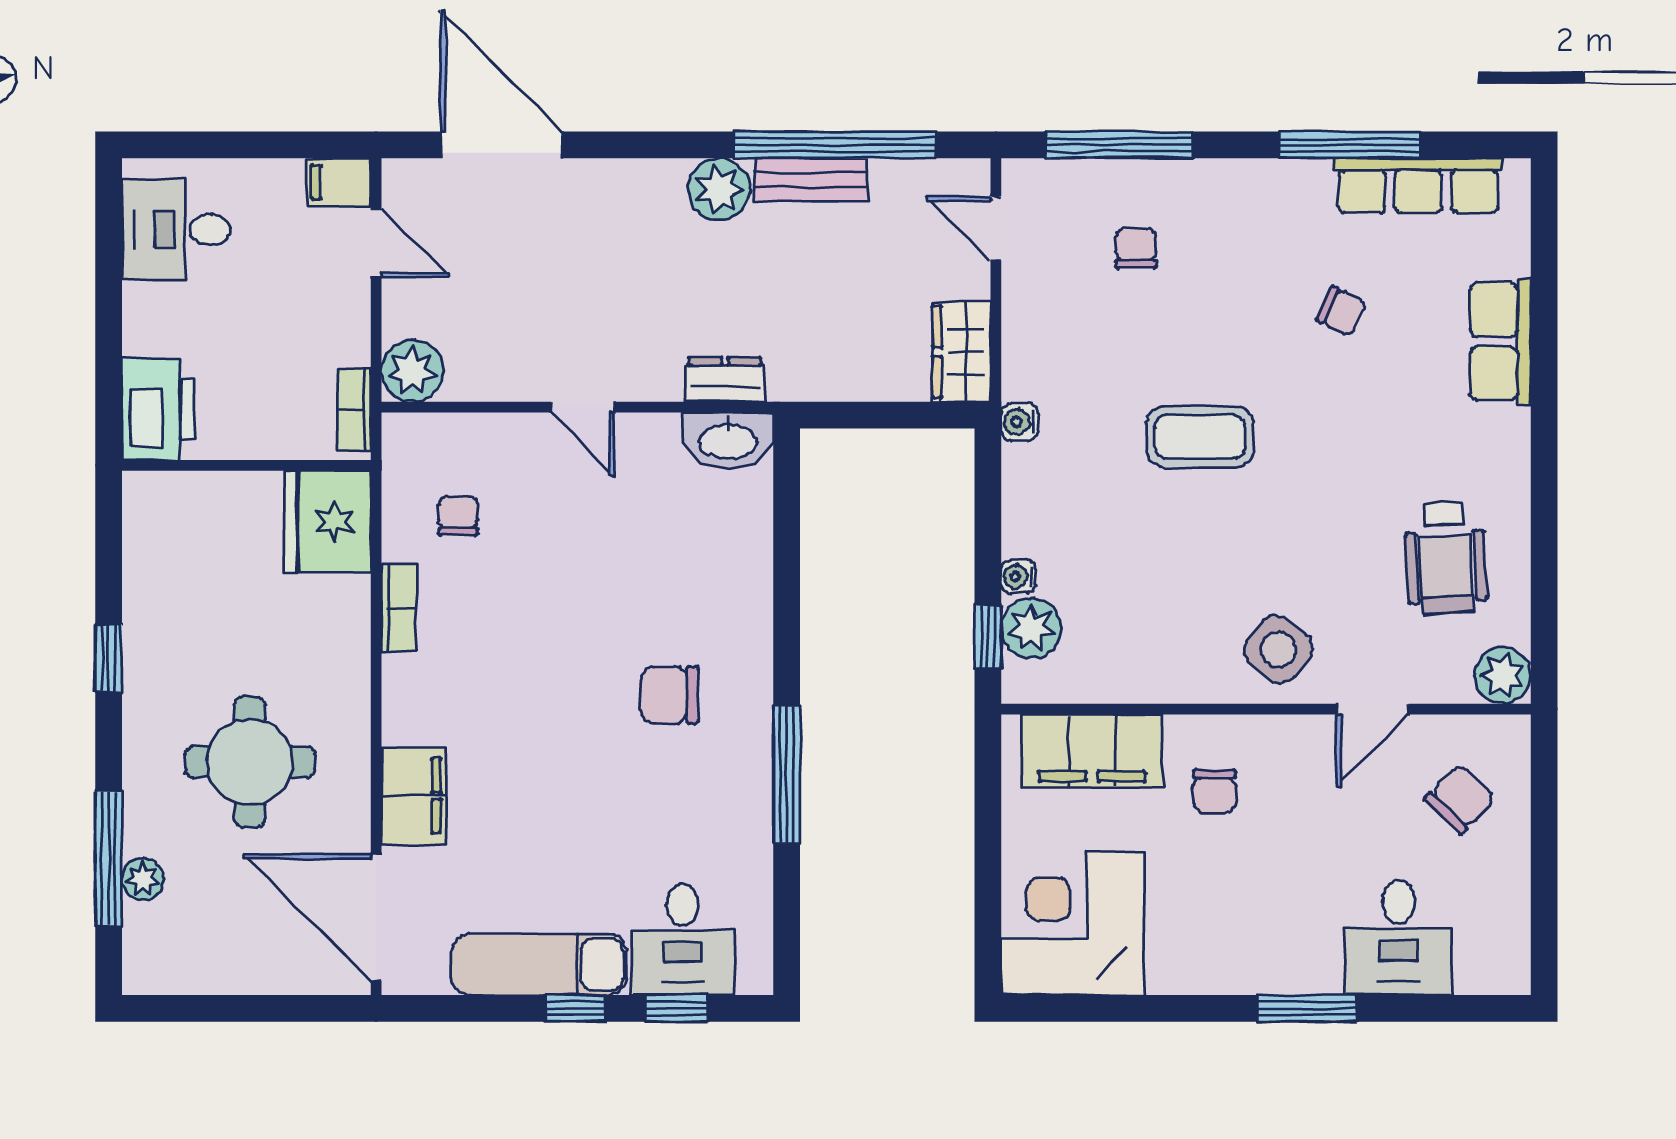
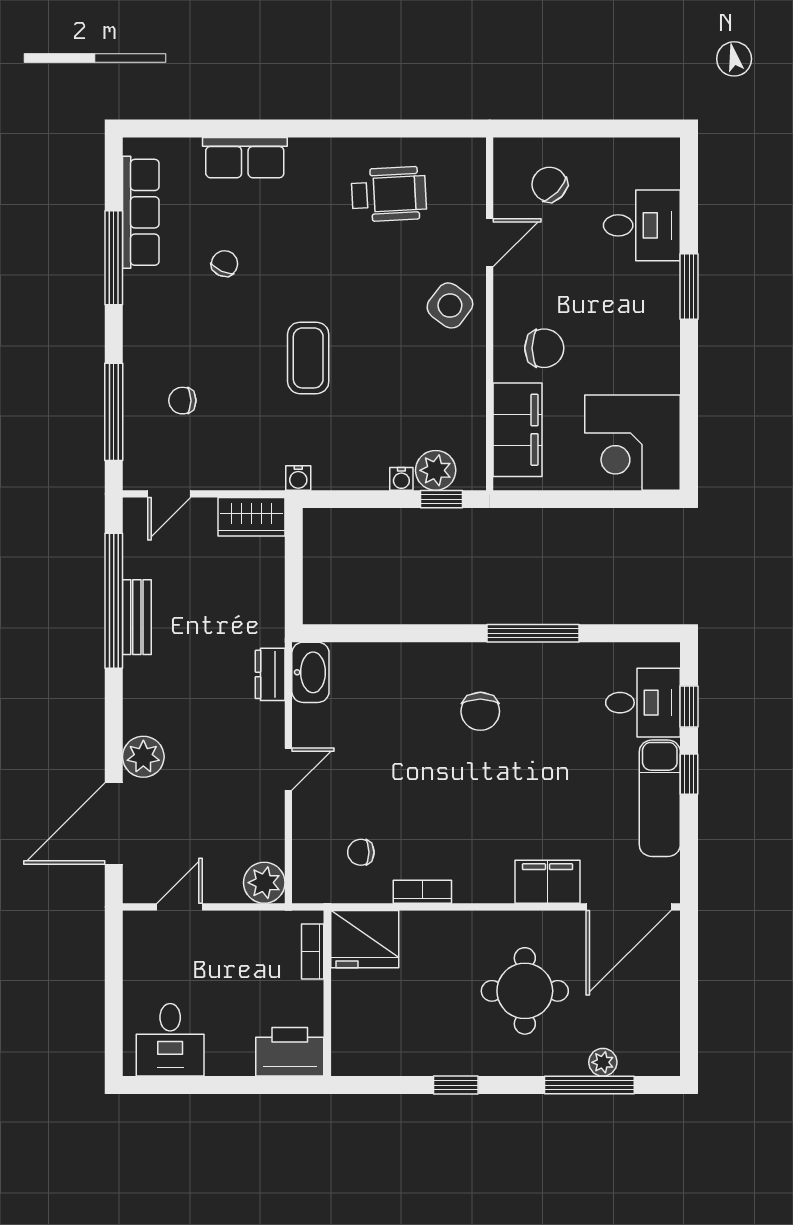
filing cabinet: (339, 182) -> (139, 932), removed
plant: (719, 189) -> (143, 757), moved
bookcase: (354, 410) -> (313, 951), moved, turned 90
plant: (1503, 676) -> (467, 156), removed
door: (1373, 709) -> (490, 243), hinge flipped
chair: (1214, 791) -> (544, 348), width x1.37, depth x1.37

